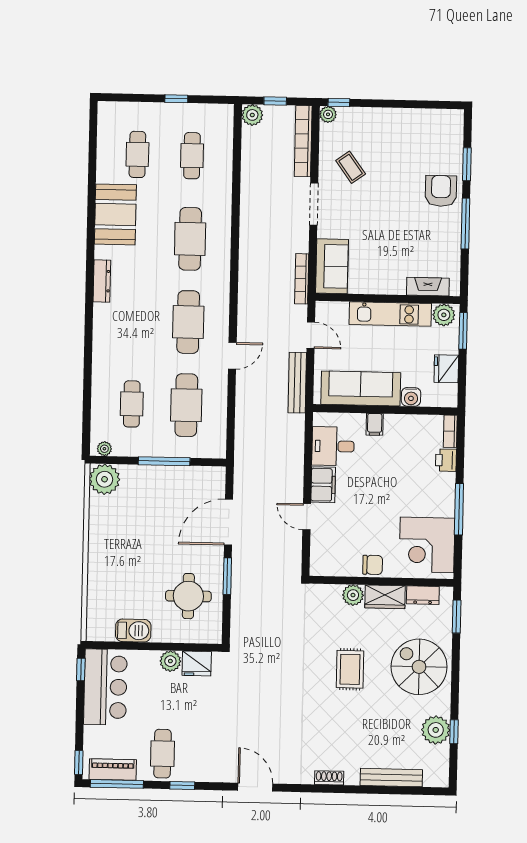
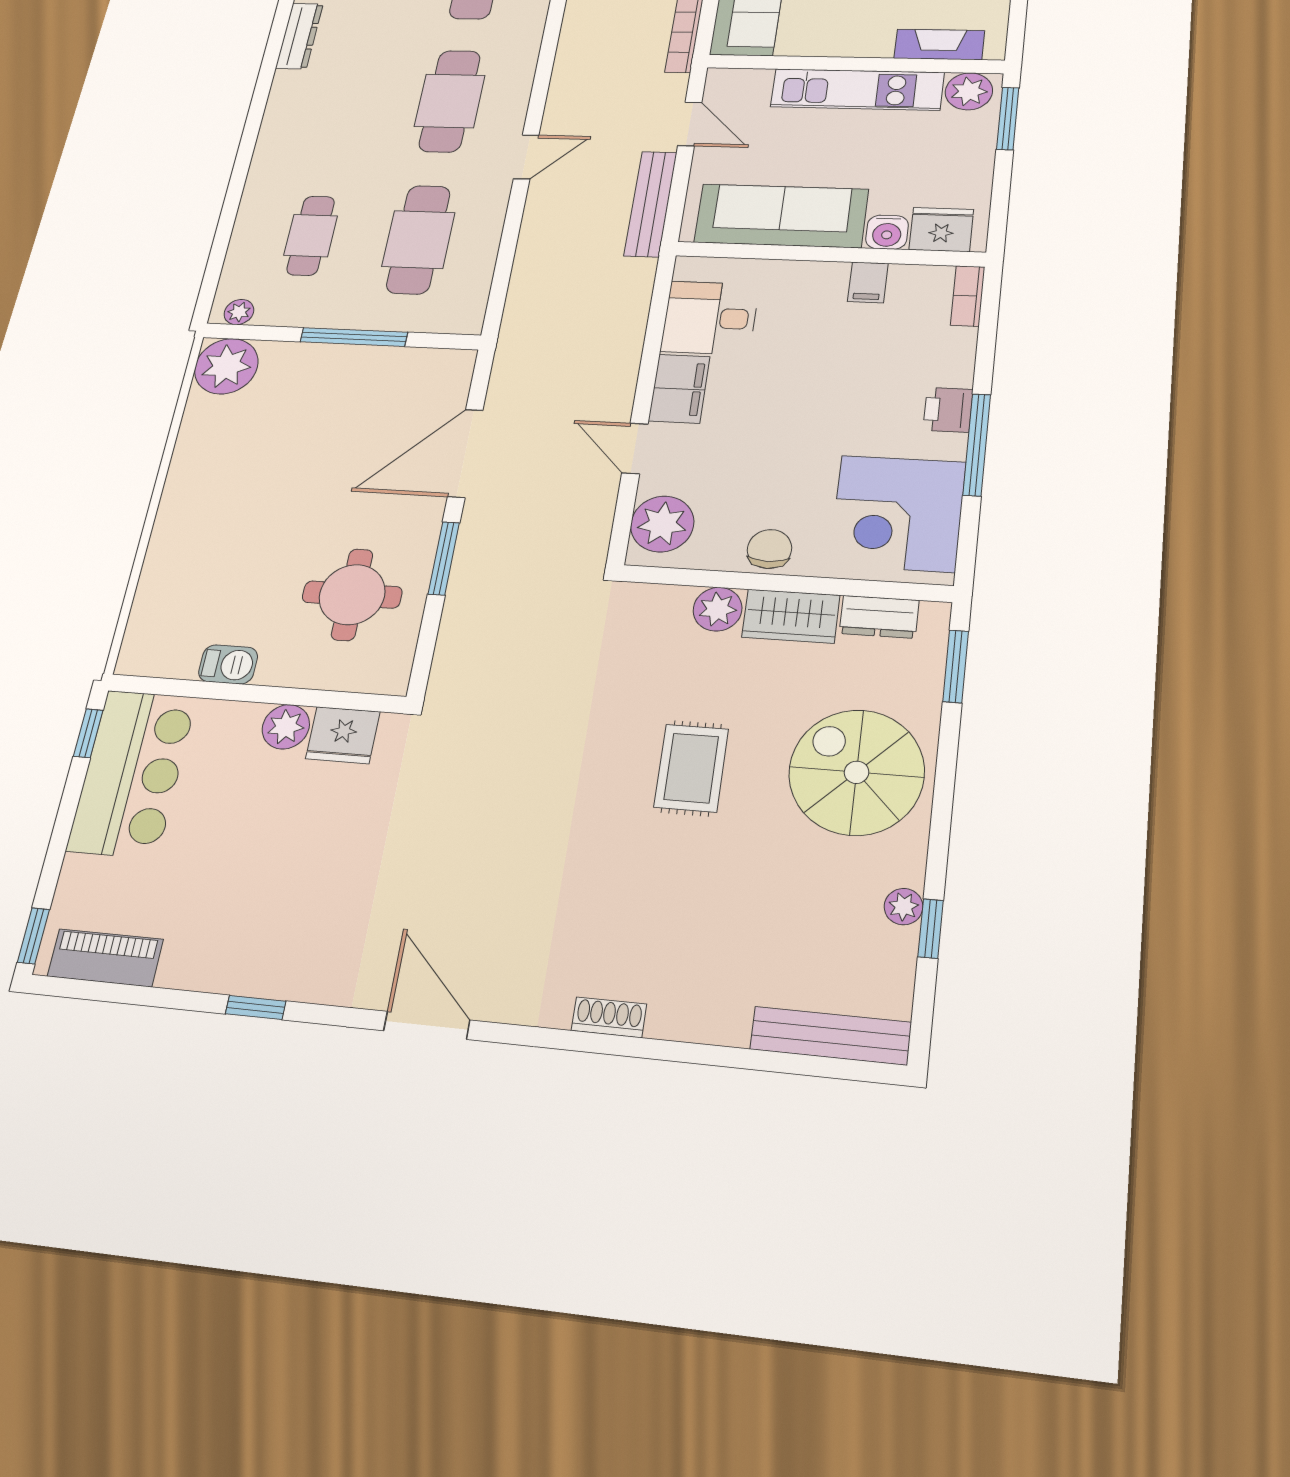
fridge: (446, 369) -> (941, 230), moved, turned 90
filing cabinet: (375, 424) -> (868, 282), moved
printer: (446, 460) -> (948, 410), moved
plant: (324, 555) -> (662, 524), added
chair: (373, 565) -> (769, 549), turned -90
barbecue: (133, 631) -> (228, 664), width x0.73, depth x0.79
plant: (436, 730) -> (904, 907), width x0.53, depth x0.53
cafe table: (163, 754) -> (226, 930), removed
bench: (391, 778) -> (831, 1036), moved
window: (117, 784) -> (107, 992), removed

